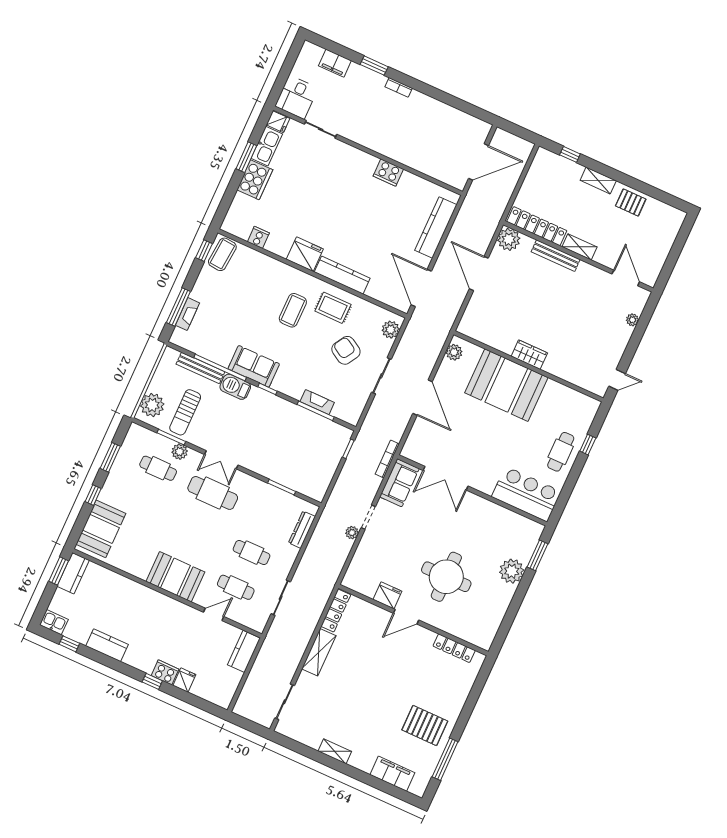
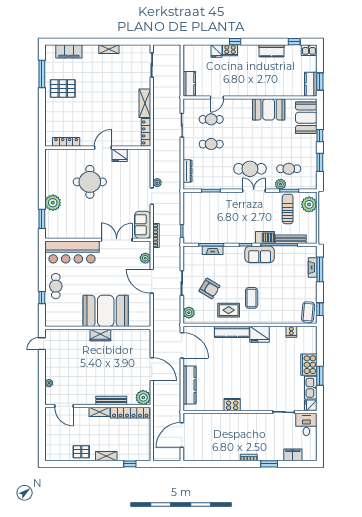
plant: (454, 352) -> (145, 258), moved
bar counter: (526, 494) -> (72, 252), width x1.36
booth: (175, 577) -> (269, 109), moved

